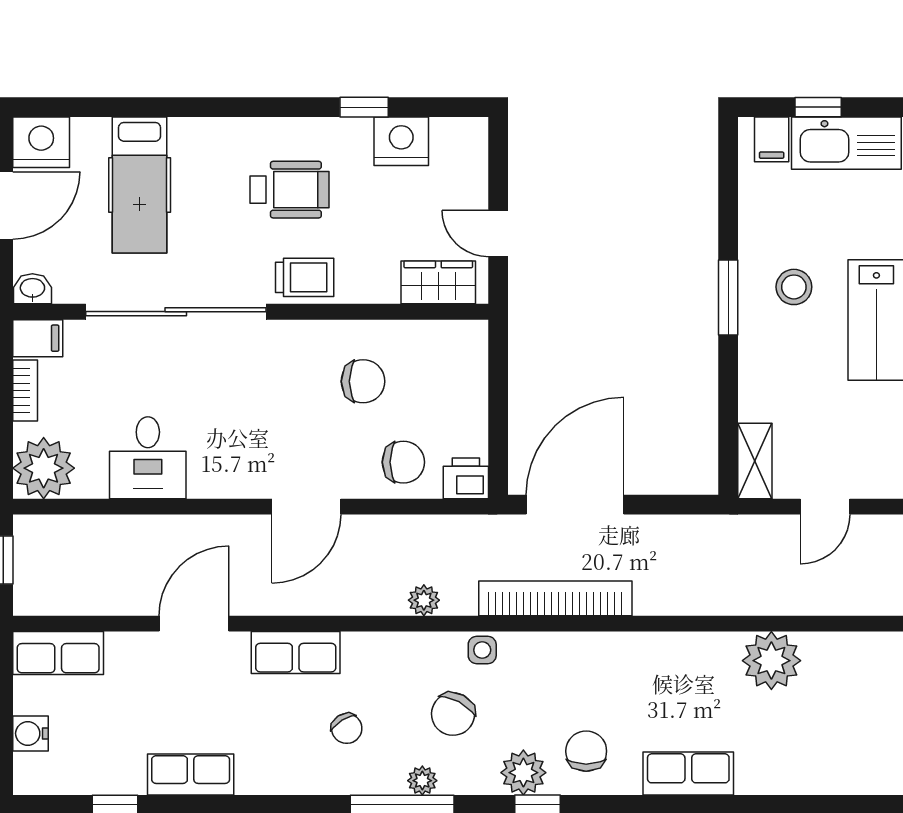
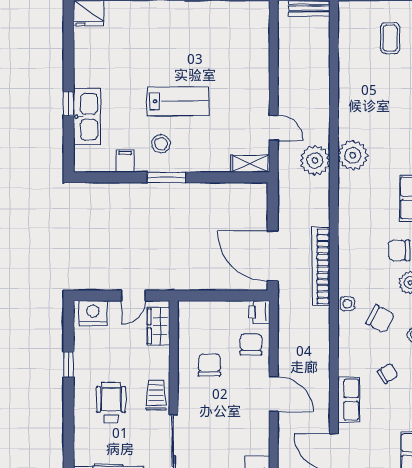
window: (818, 107) -> (69, 104), moved
filing cabinet: (772, 139) -> (125, 161), moved, turned -90
nightstand: (401, 141) -> (93, 313), moved, turned 90
plant: (424, 600) -> (315, 161), moved, width x1.87, depth x1.87

